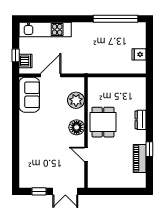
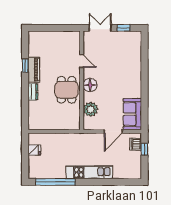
kitchen unit: (45, 30) -> (89, 172), moved
piano: (140, 158) -> (34, 70), moved

